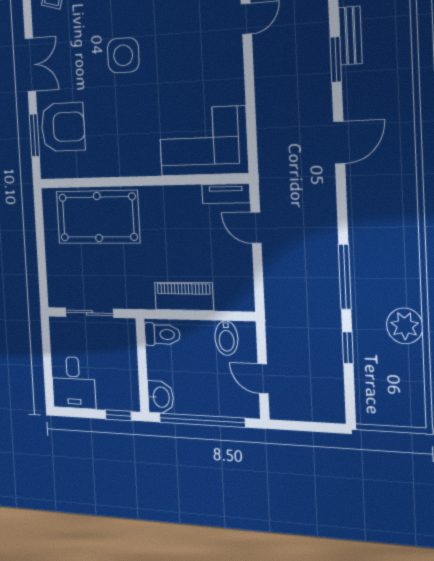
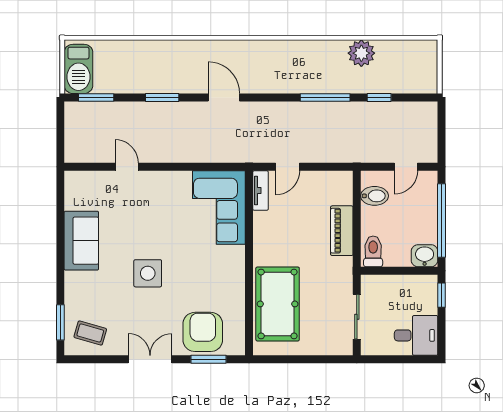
bench: (350, 36) -> (145, 86), removed

